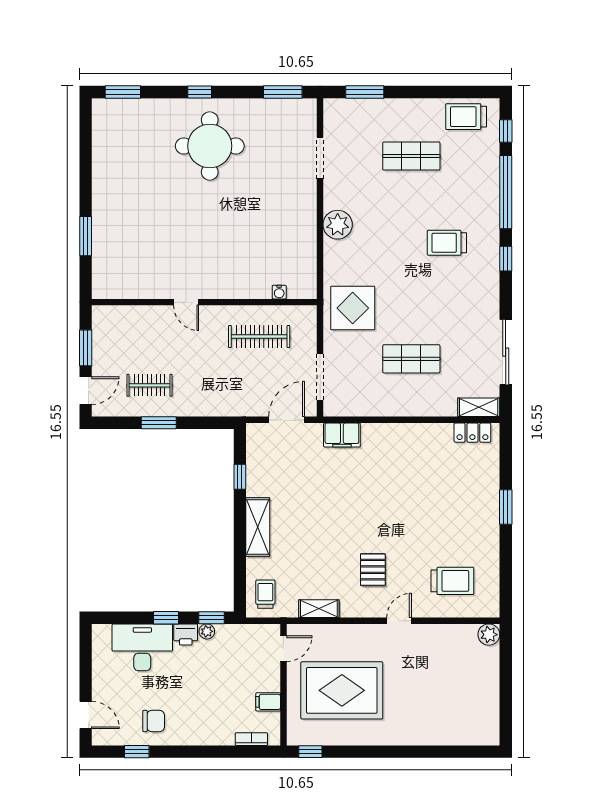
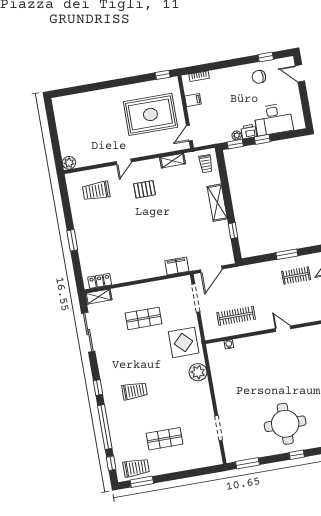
window: (365, 92) -> (142, 482), moved
plant: (338, 225) -> (198, 372), moved
pallet: (373, 570) -> (145, 189), turned 90

